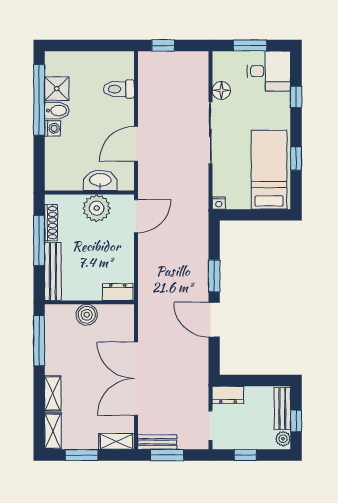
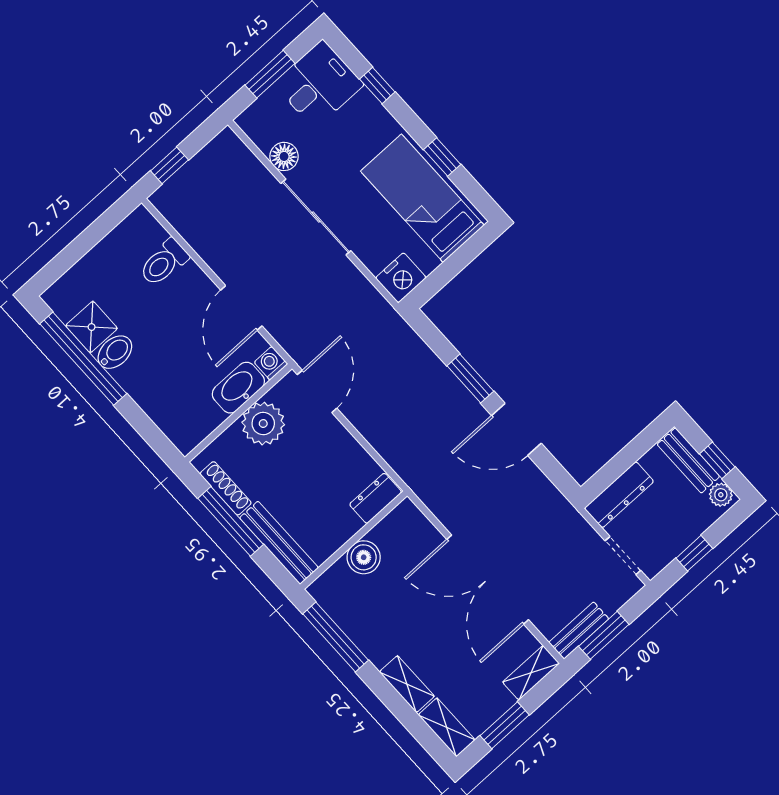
washing machine: (53, 128) -> (271, 363), moved, turned -90
nightstand: (219, 203) -> (401, 278), width x1.89, depth x1.79
dresser: (228, 395) -> (619, 495), width x1.44

